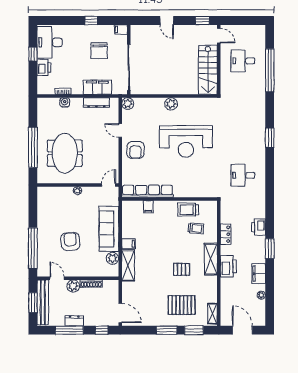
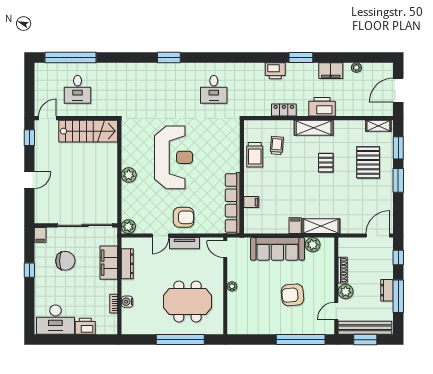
window: (33, 54) -> (69, 340), removed
window: (270, 70) -> (70, 58), moved
tv unit: (114, 151) -> (184, 243), added

